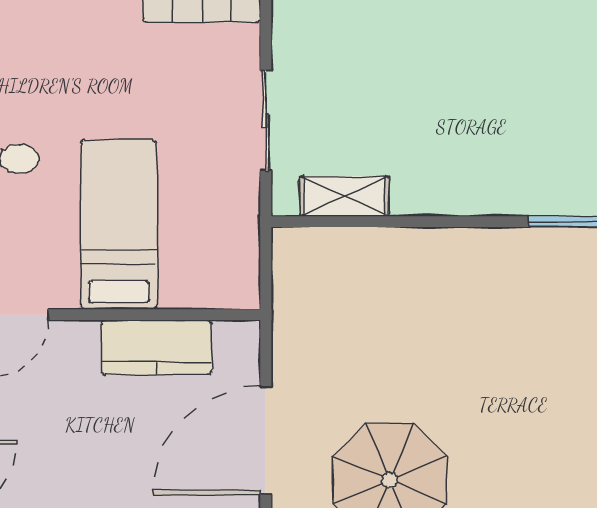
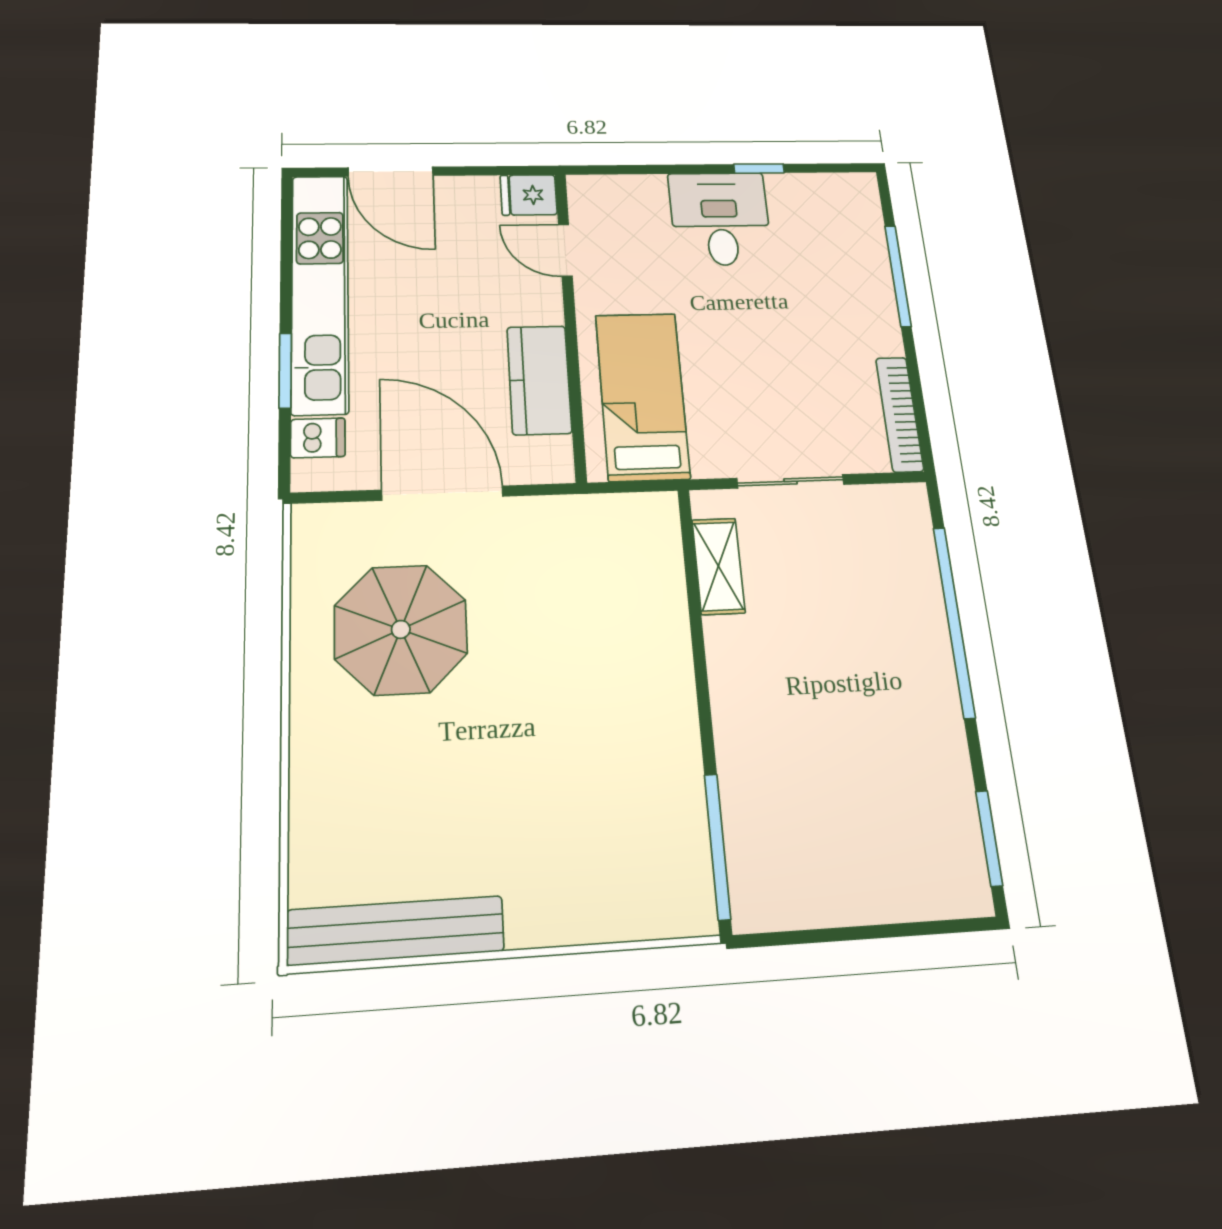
bed: (119, 225) -> (642, 396), moved, turned -90

